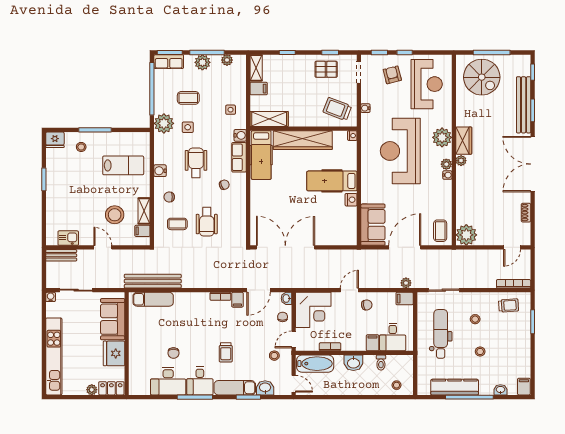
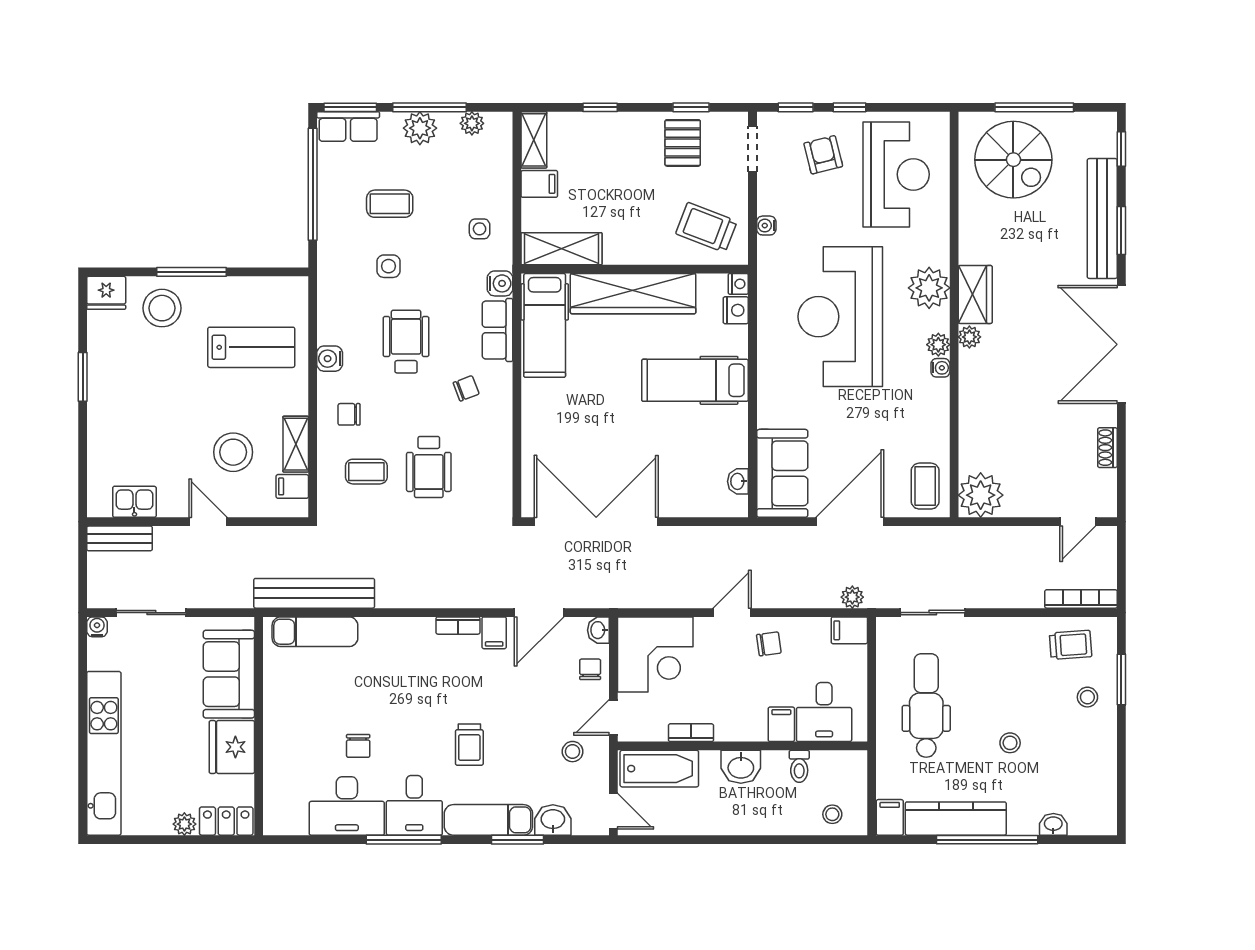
pallet: (326, 69) -> (683, 143), turned 90
plant: (164, 123) -> (338, 258), removed
stool: (81, 147) -> (162, 308), width x1.89, depth x1.89
nightstand: (351, 200) -> (736, 310), moved
washbasin: (352, 228) -> (738, 481), added
stool: (475, 319) -> (1087, 697), moved
filing cabinet: (524, 387) -> (890, 817), moved

